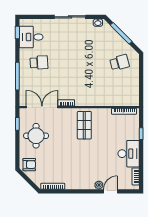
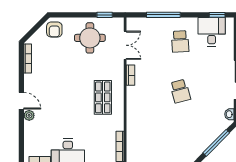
school desk: (119, 63) -> (180, 91), moved
double door: (42, 107) -> (125, 45), width x0.73
shop shelf: (84, 125) -> (103, 97), turned 90
door: (111, 191) -> (21, 101), moved

